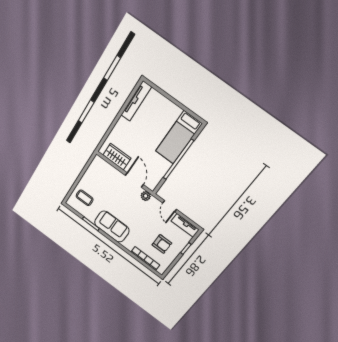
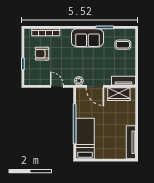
tv unit: (185, 225) -> (124, 81), moved

